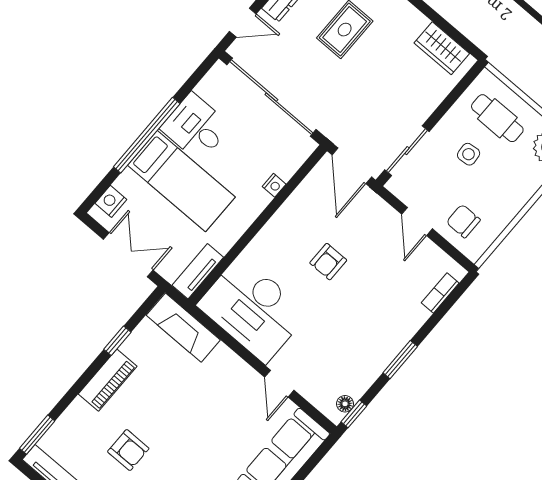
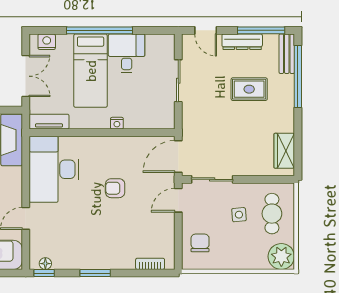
sliding door: (271, 97) -> (178, 81), width x0.54
nightstand: (274, 185) -> (117, 123), moved
door: (417, 221) -> (178, 200), moved

